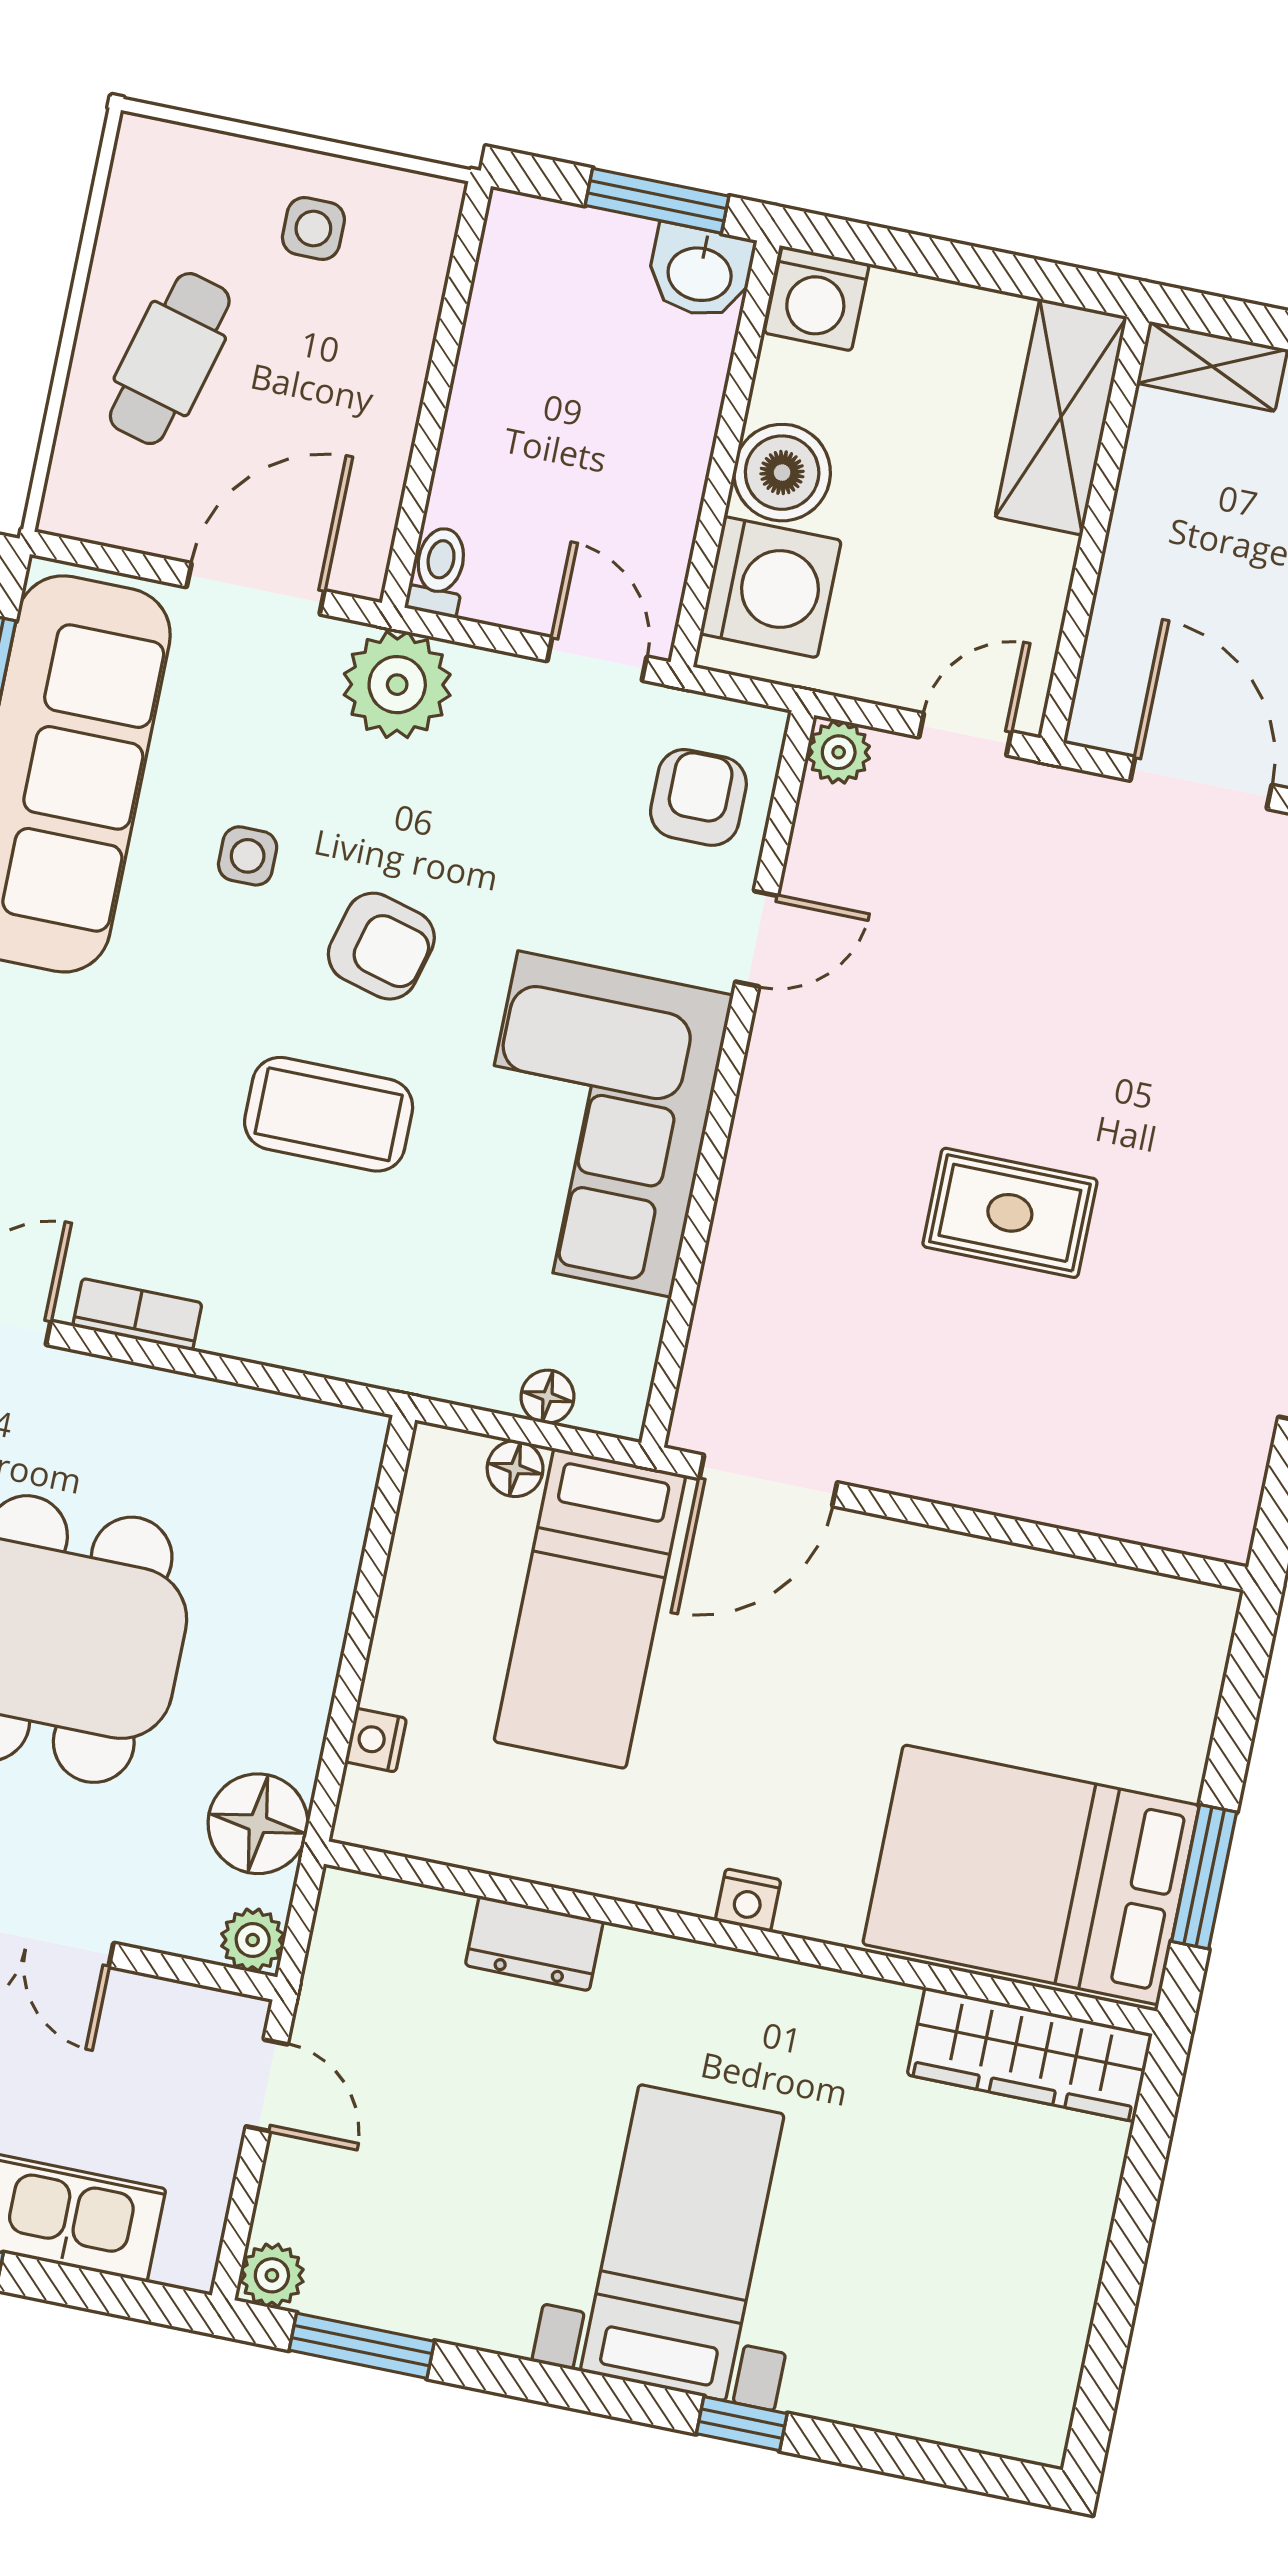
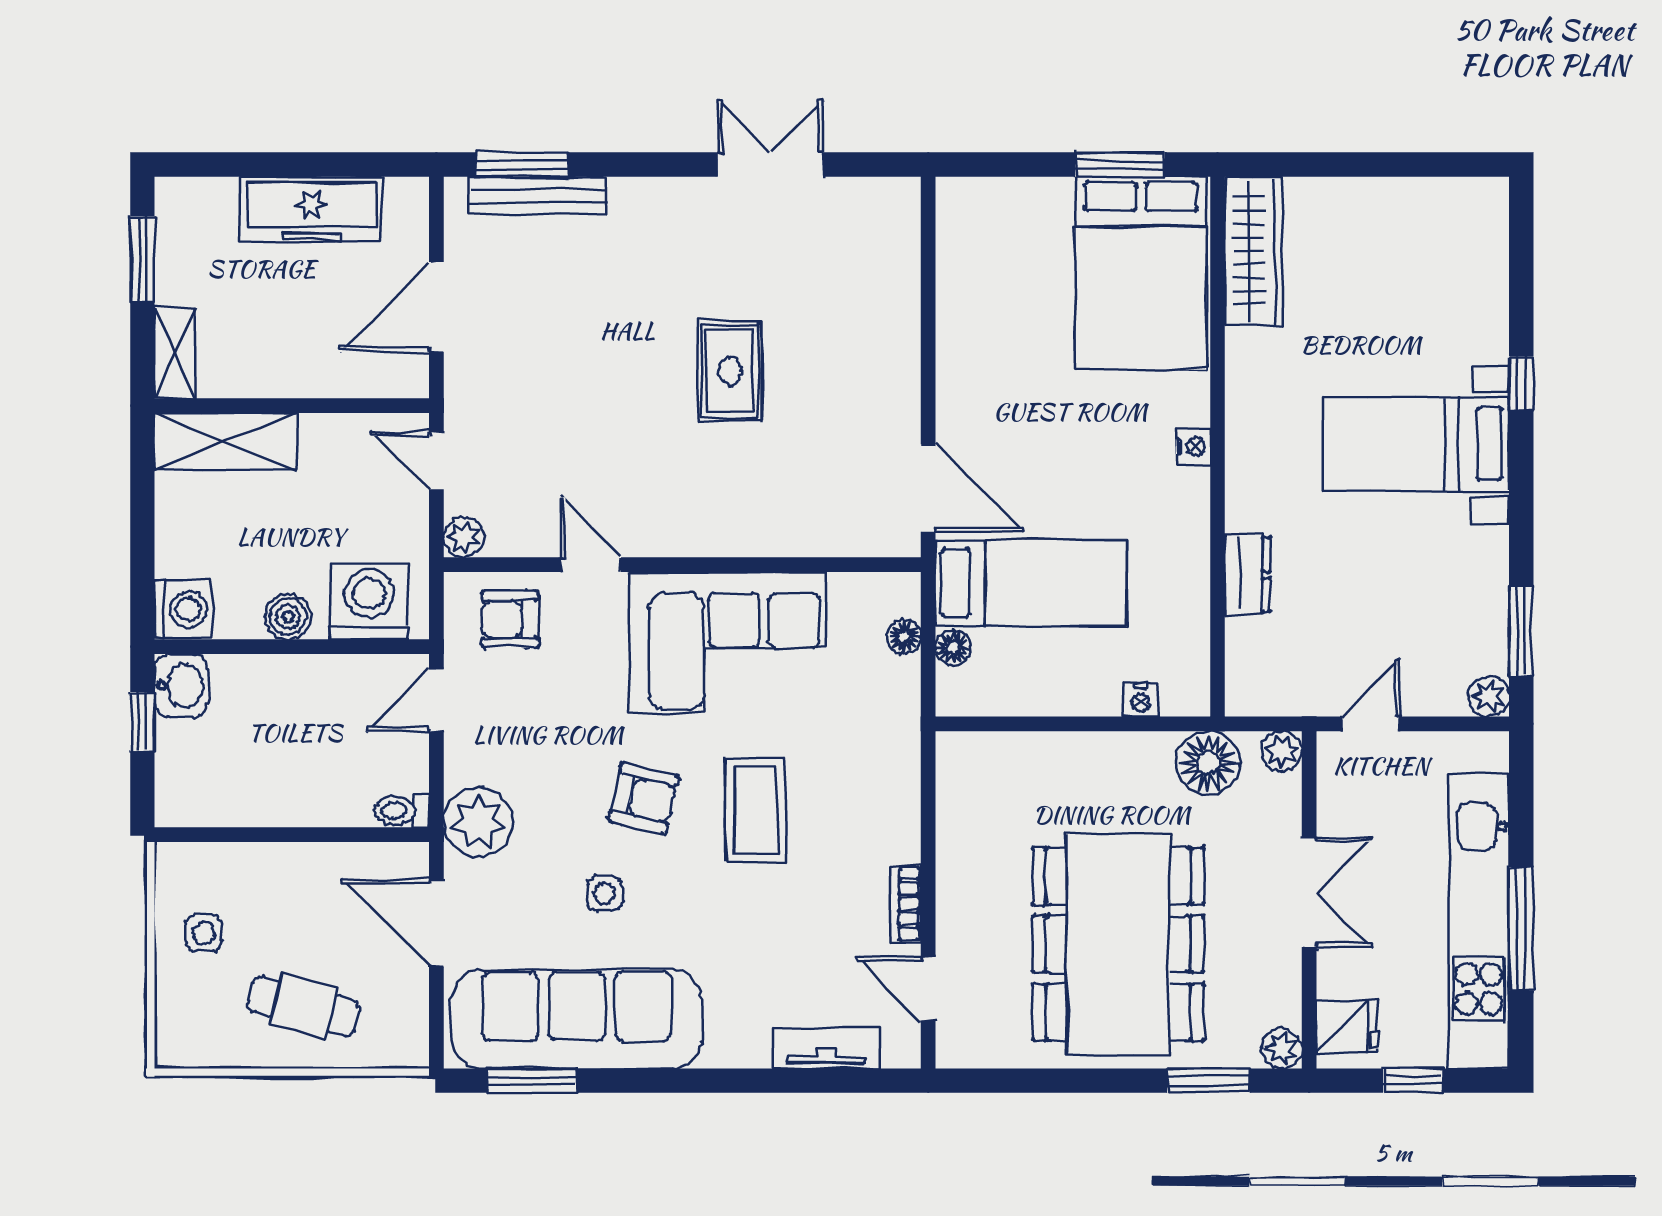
window: (657, 201) -> (142, 722), width x0.67
boiler: (782, 473) -> (288, 617), width x0.73, depth x0.73
armchair: (381, 946) -> (644, 798), turned 88

